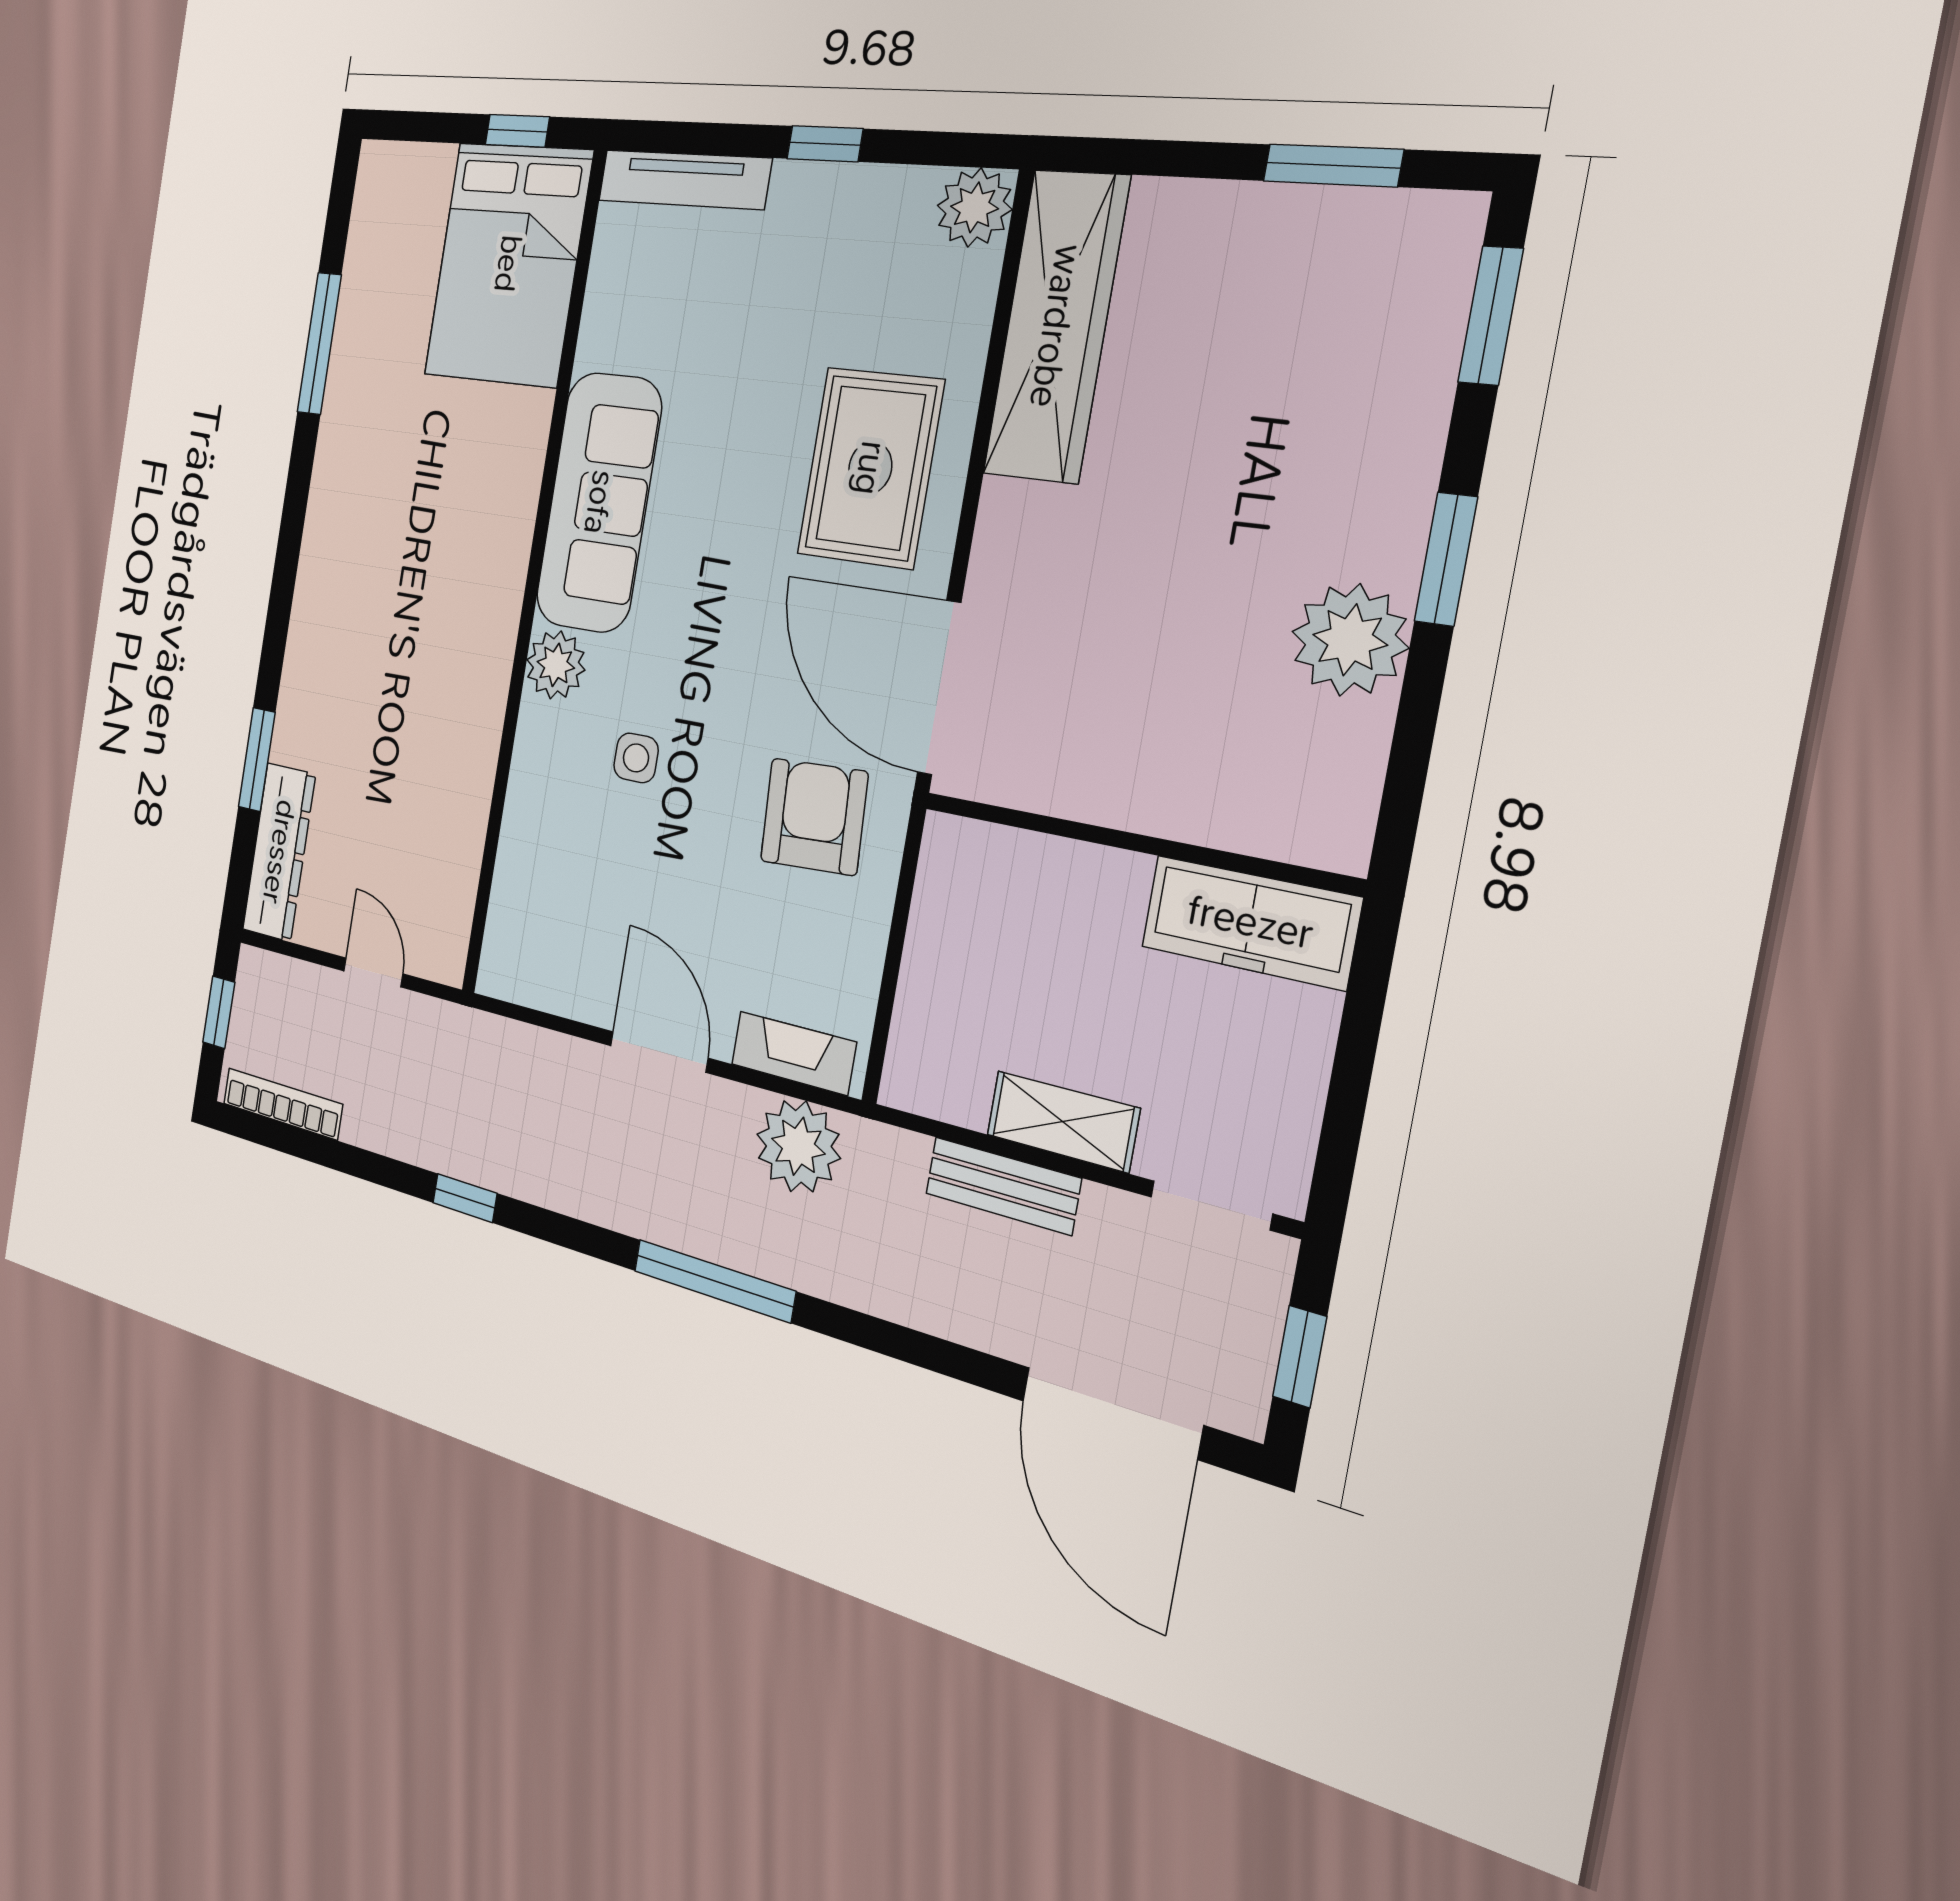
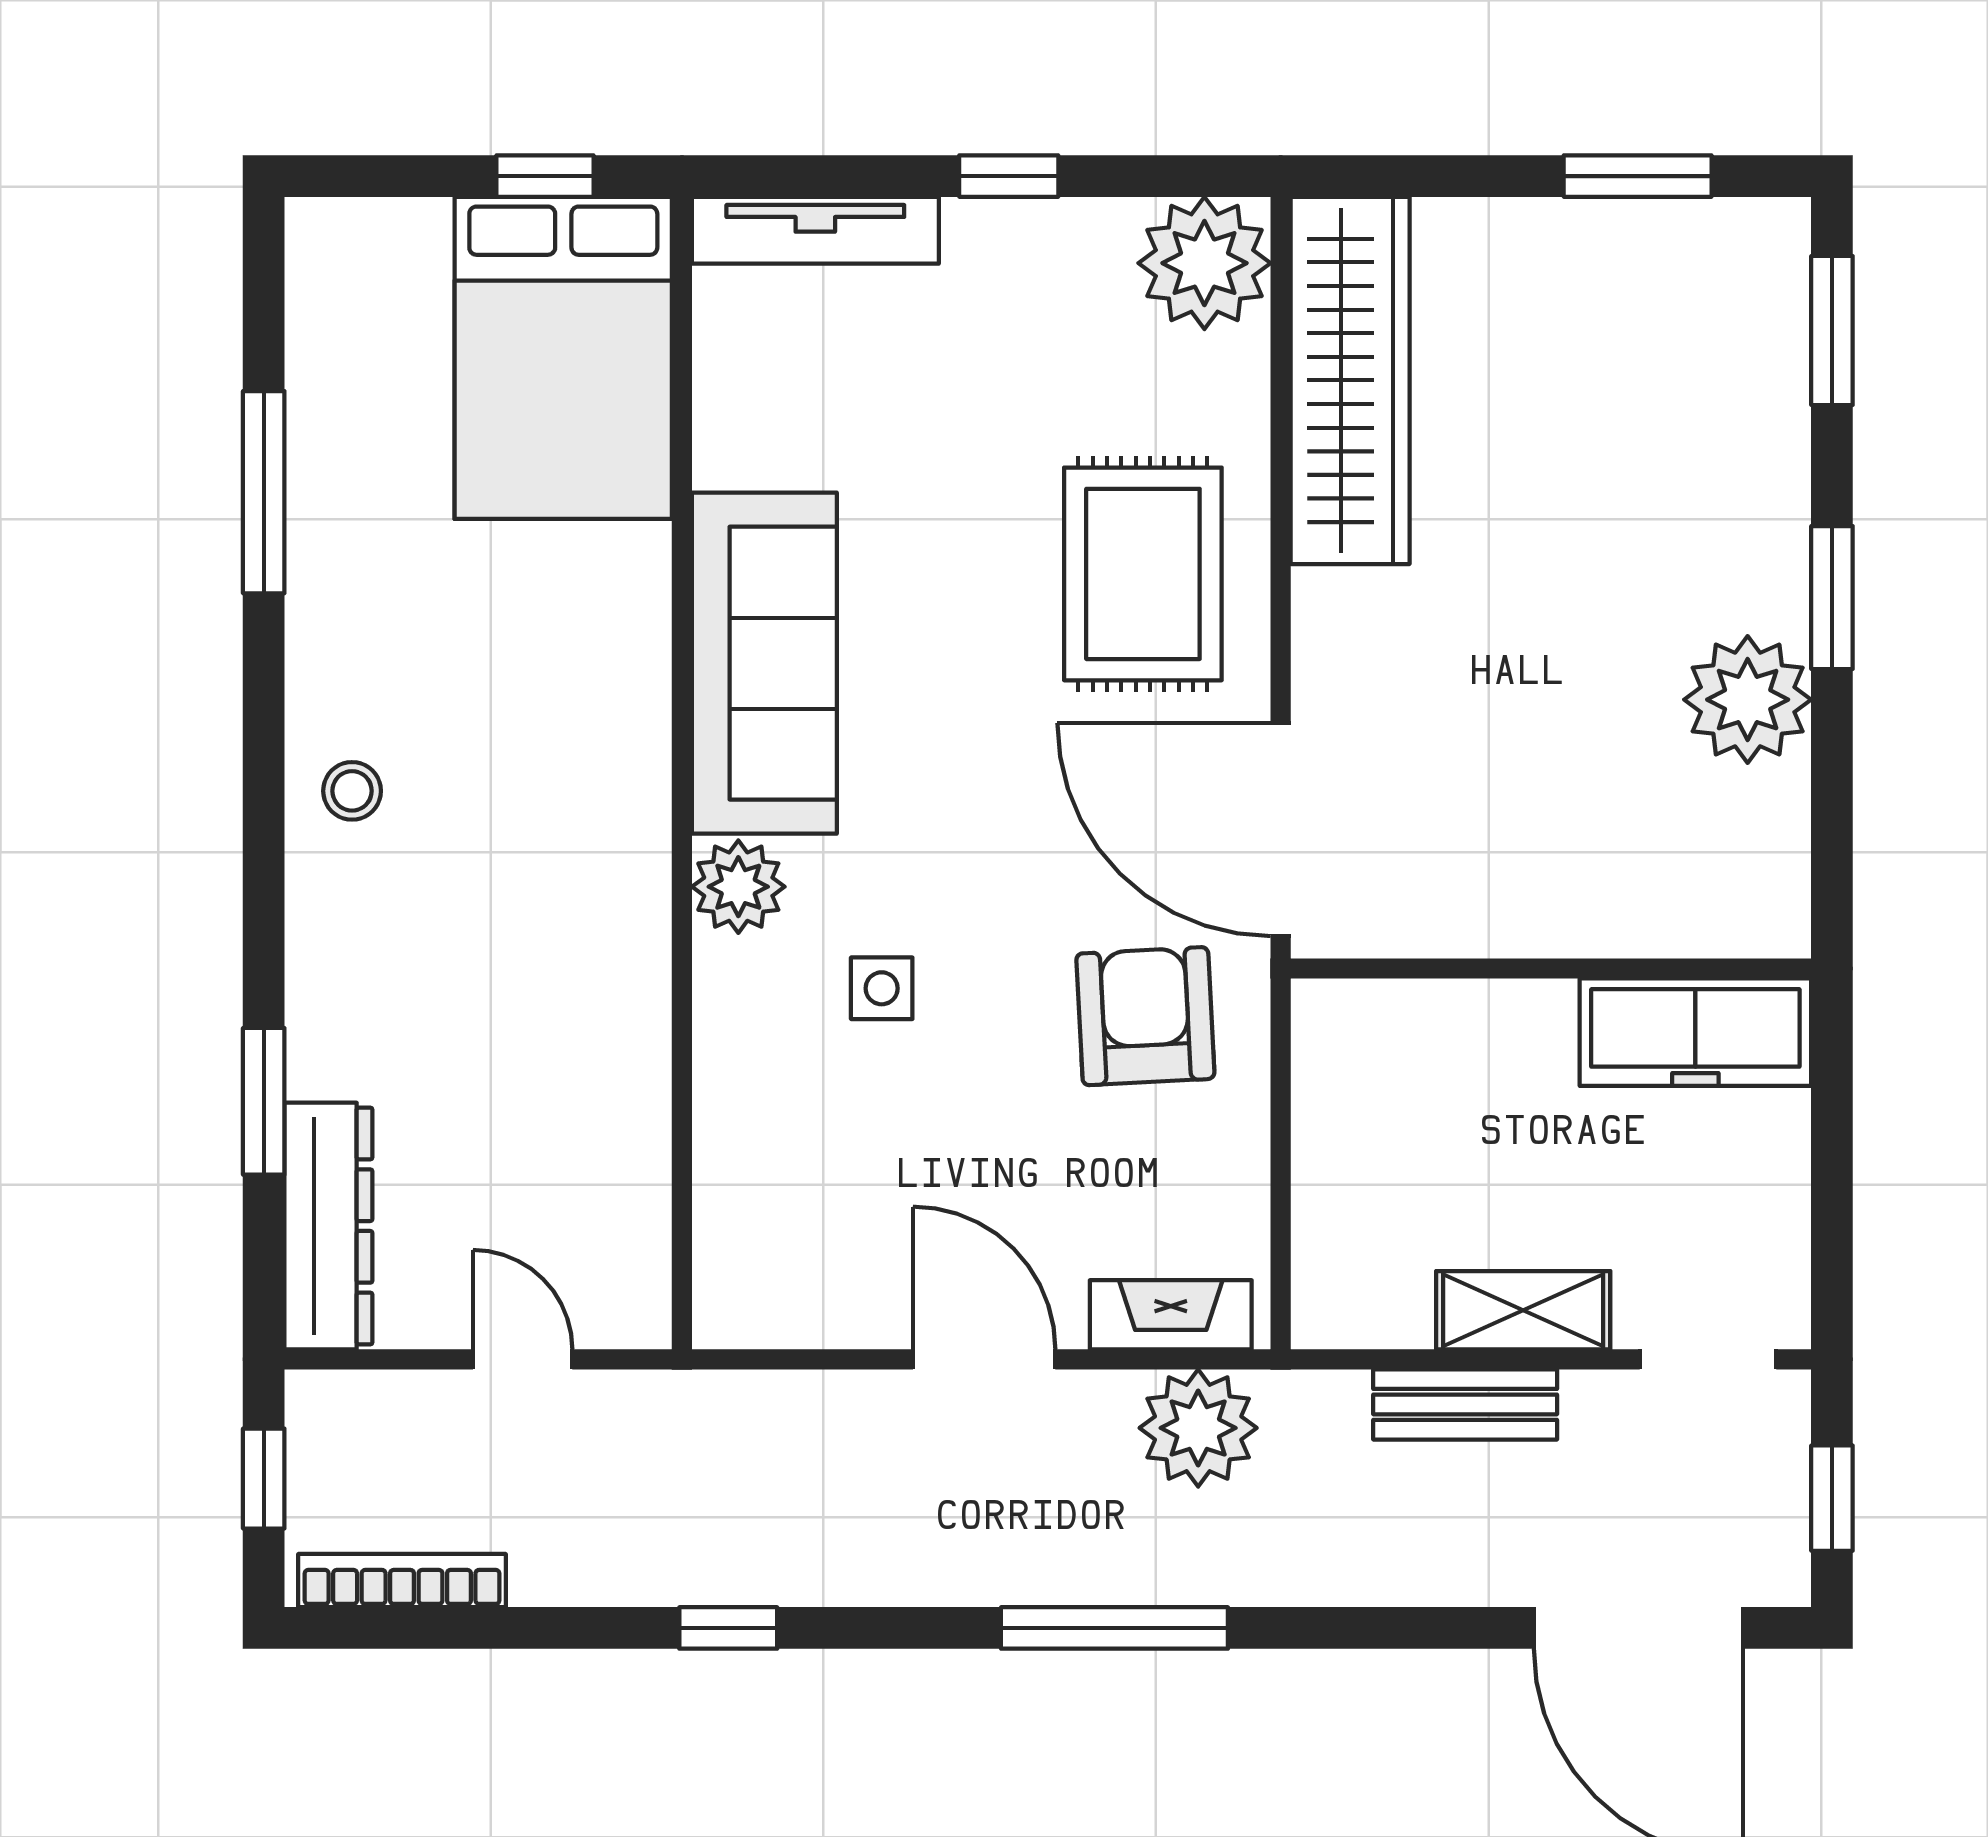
plant: (974, 207) -> (1204, 263), width x1.36, depth x1.36
stool: (337, 557) -> (352, 791), added

